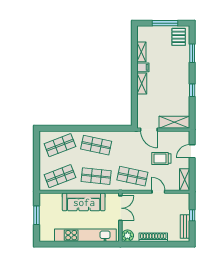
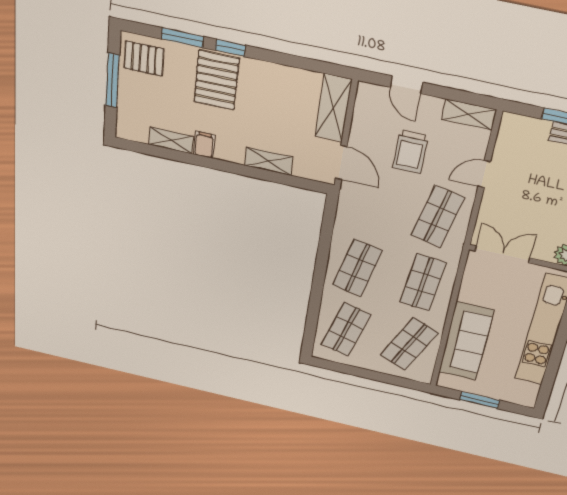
pallet: (176, 70) -> (216, 80), added
shelving: (142, 84) -> (269, 161), moved
window: (192, 90) -> (230, 48), moved
door: (149, 130) -> (341, 162), hinge flipped
shop shelf: (60, 145) -> (346, 330), turned 36
shop shelf: (60, 176) -> (409, 344), turned 45
sofa: (84, 202) -> (466, 341), moved

